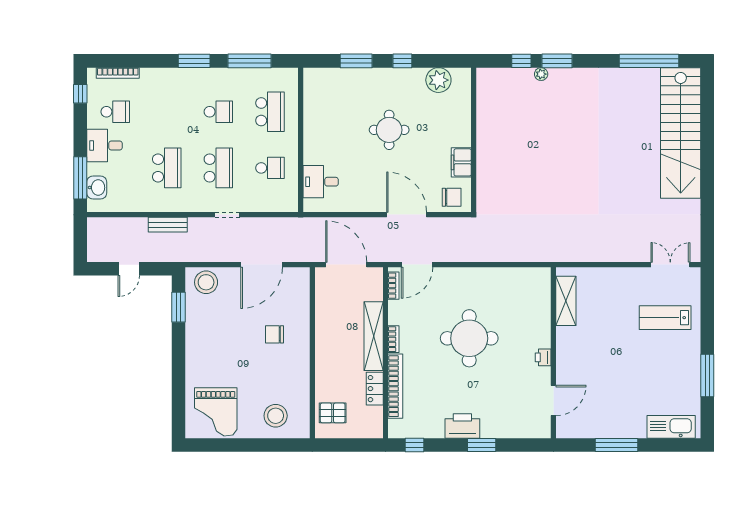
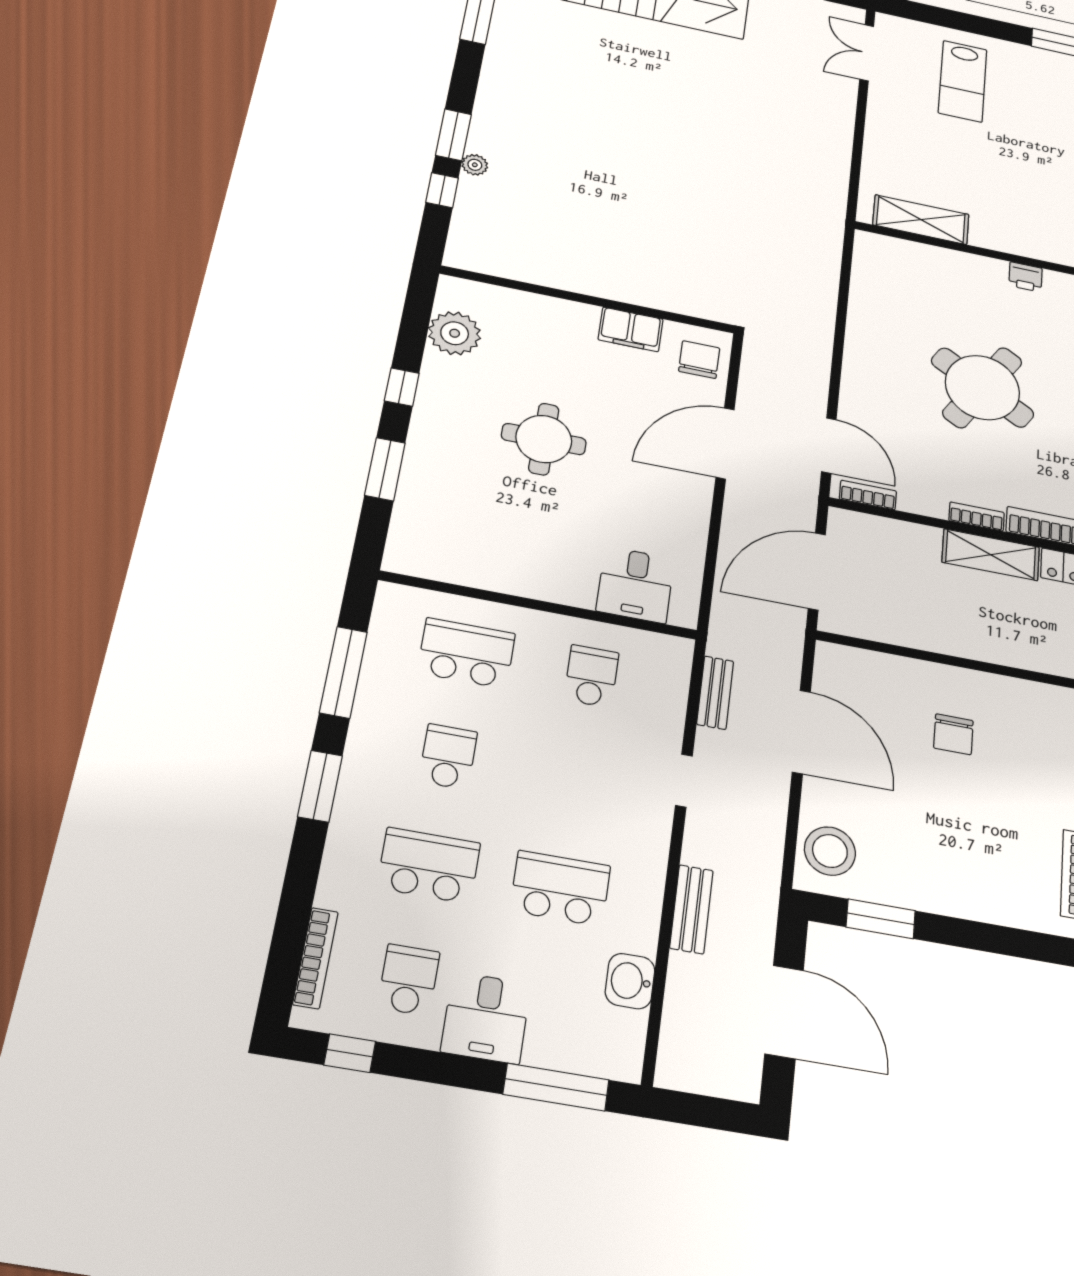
school desk: (218, 168) -> (429, 865), moved
washbasin: (97, 187) -> (630, 981), moved, turned -90
bench: (273, 224) -> (715, 693), added
door: (129, 269) -> (784, 1012), width x1.87
shelving: (374, 336) -> (991, 555), width x0.68
round table: (469, 338) -> (982, 387), turned 31

